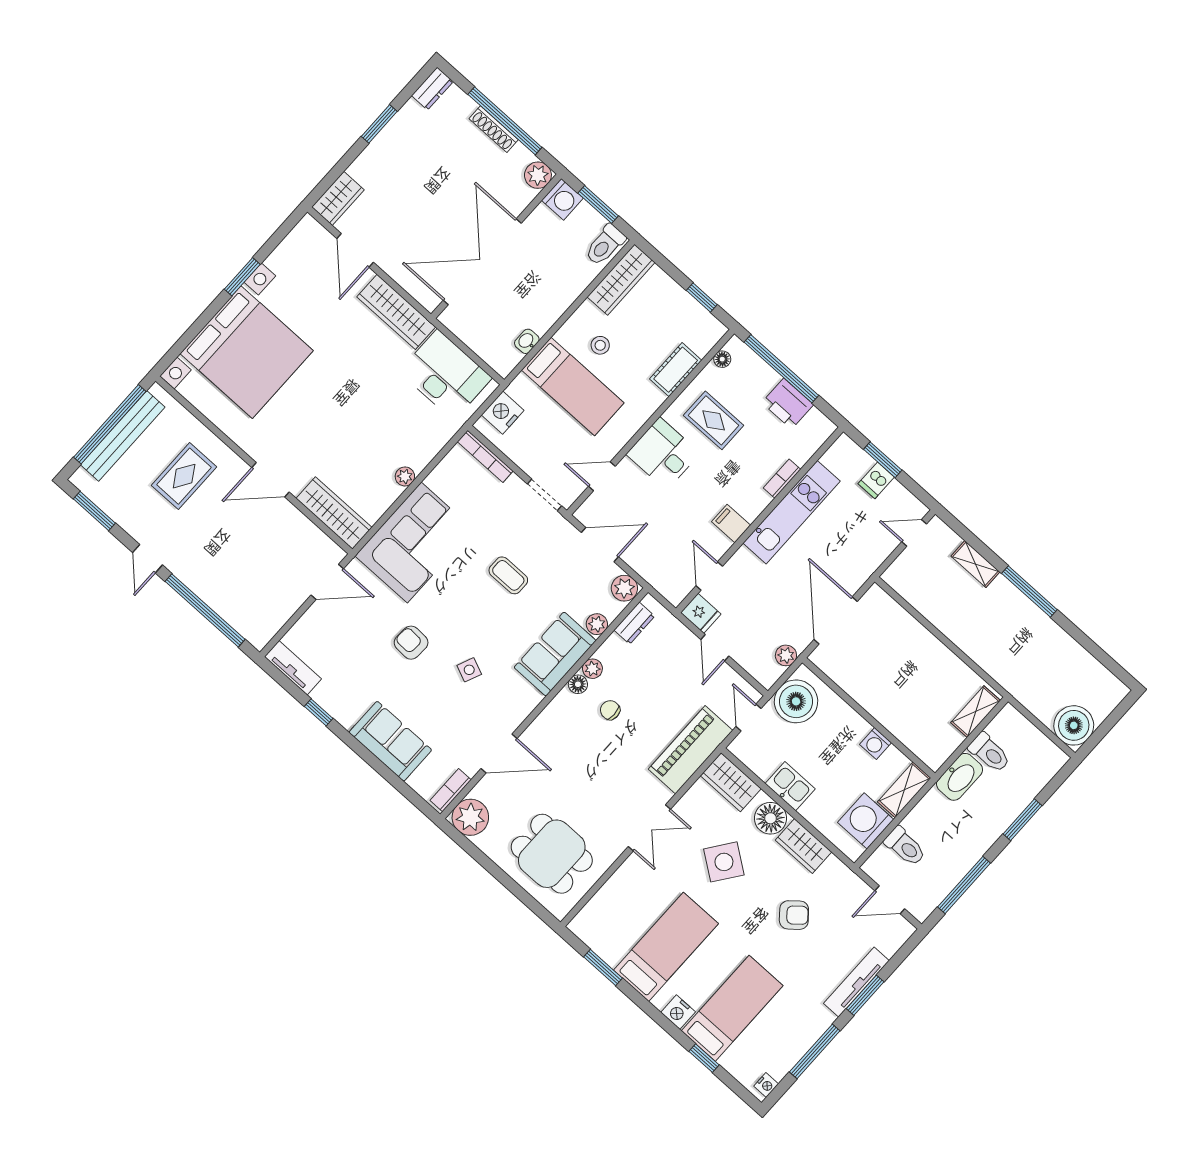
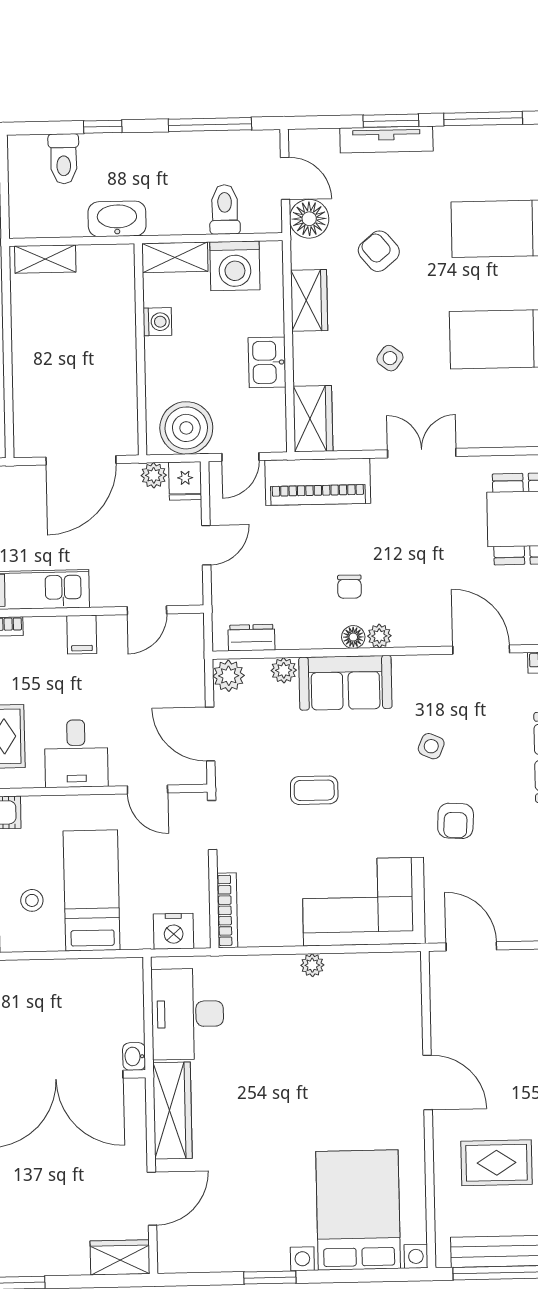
washbasin: (527, 341) -> (134, 1056), moved, turned 90
bed with nightstands: (247, 352) -> (358, 1210), width x0.73
wardrobe: (334, 513) -> (404, 998), removed
coffee table: (508, 575) -> (314, 790), turned 90
fridge: (701, 613) -> (185, 481), moved, turned 180
plant: (592, 669) -> (379, 636), moved
toilet: (989, 753) -> (64, 159), moved, turned 180
floor lamp: (771, 818) -> (309, 219), moved
window: (1022, 820) -> (103, 127), width x0.67
side table: (724, 862) -> (390, 358), width x0.54, depth x0.54

